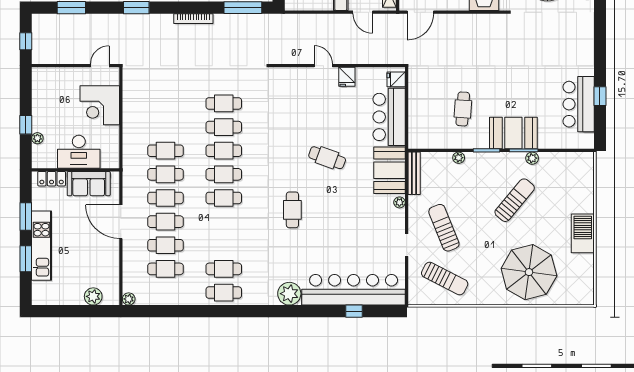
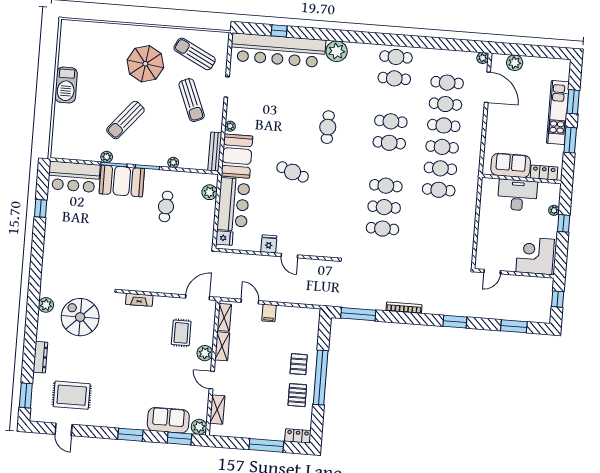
bar counter: (579, 104) -> (74, 177), moved, turned 90
corner desk: (100, 105) -> (535, 256), moved, turned -90
plant: (416, 128) -> (209, 192), added
cafe table: (224, 174) -> (391, 121), moved
door: (121, 222) -> (487, 87), moved
parasol: (529, 272) -> (145, 64), moved, width x0.73, depth x0.73

